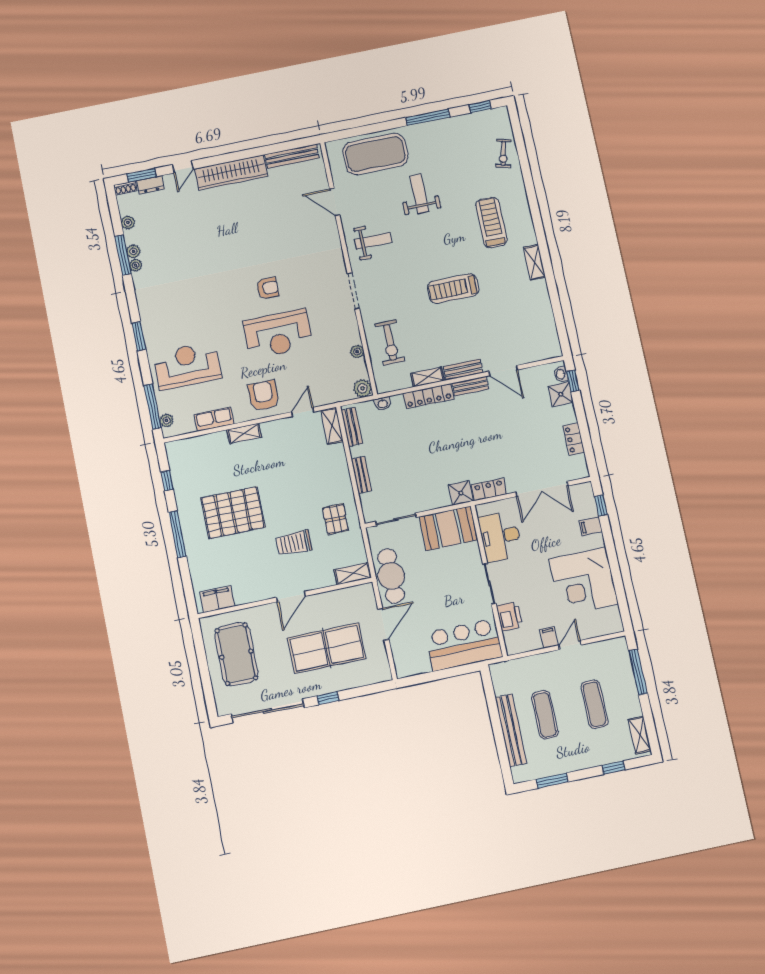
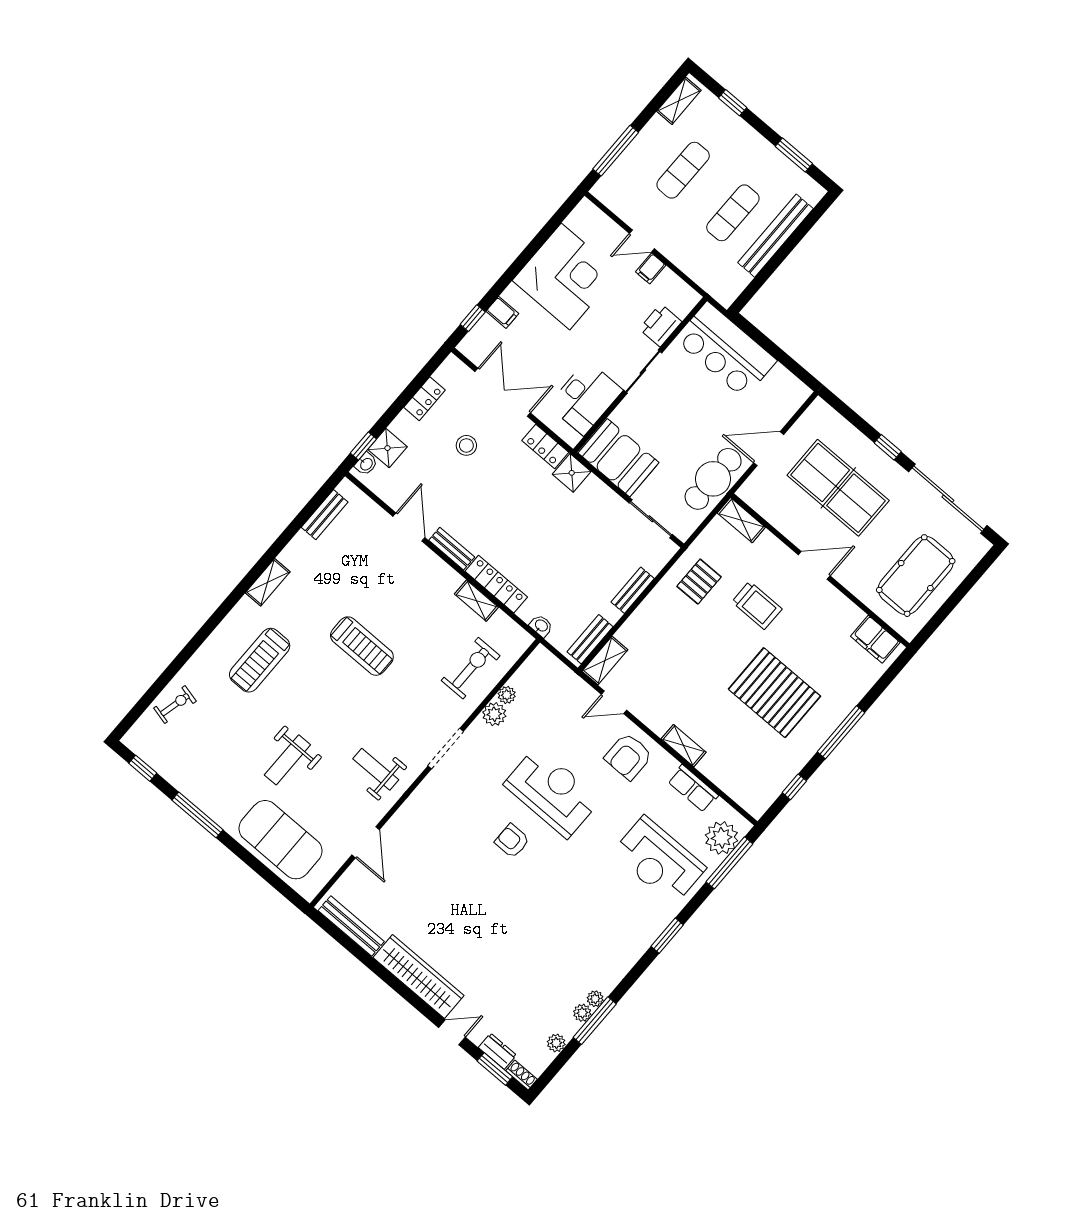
bench: (463, 370) -> (325, 515), moved, turned 90
plant: (362, 388) -> (494, 714), moved
plant: (166, 420) -> (722, 838), width x1.87, depth x1.87
stool: (526, 443) -> (466, 445), added

